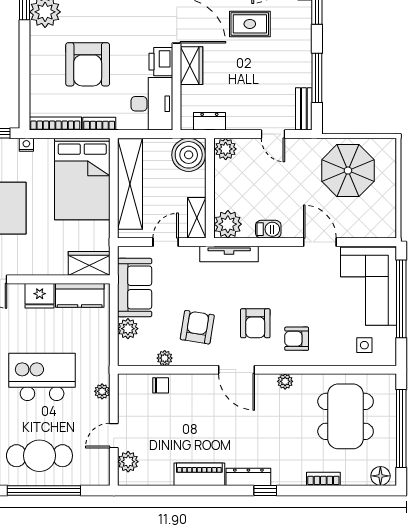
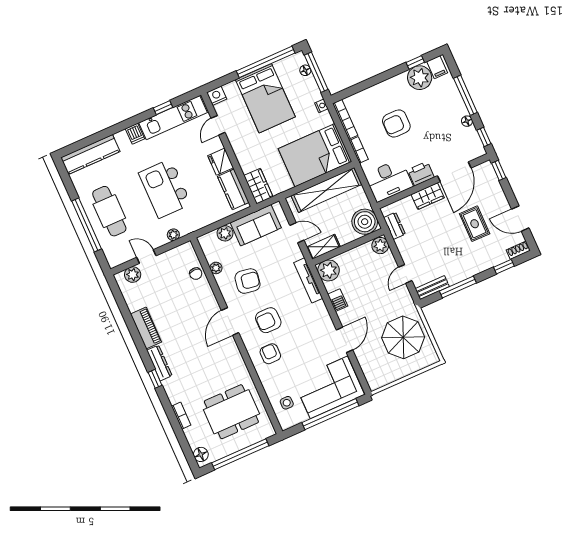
armchair: (88, 64) -> (396, 124), width x0.73, depth x0.73
kitchen island: (42, 377) -> (165, 189), turned 180
plant: (285, 381) -> (237, 359), removed

